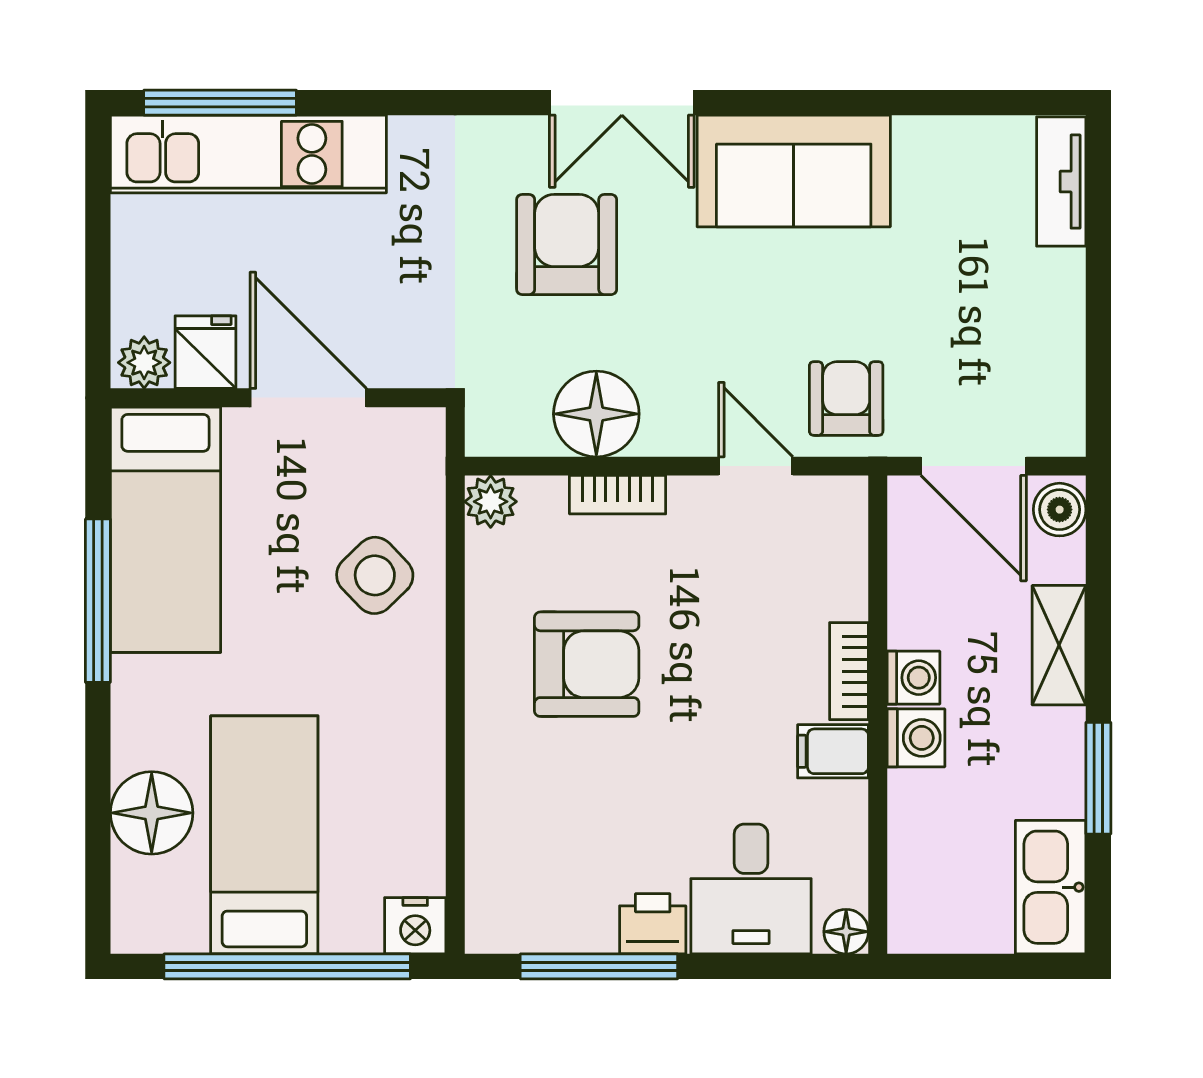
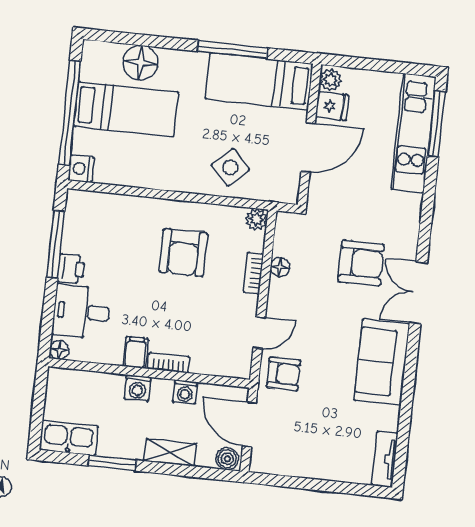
tv unit: (1061, 182) -> (385, 459), moved, turned -90
floor lamp: (596, 414) -> (280, 267), width x0.53, depth x0.53
door: (974, 466) -> (249, 424), hinge flipped
washing machine: (913, 678) -> (185, 392), moved

